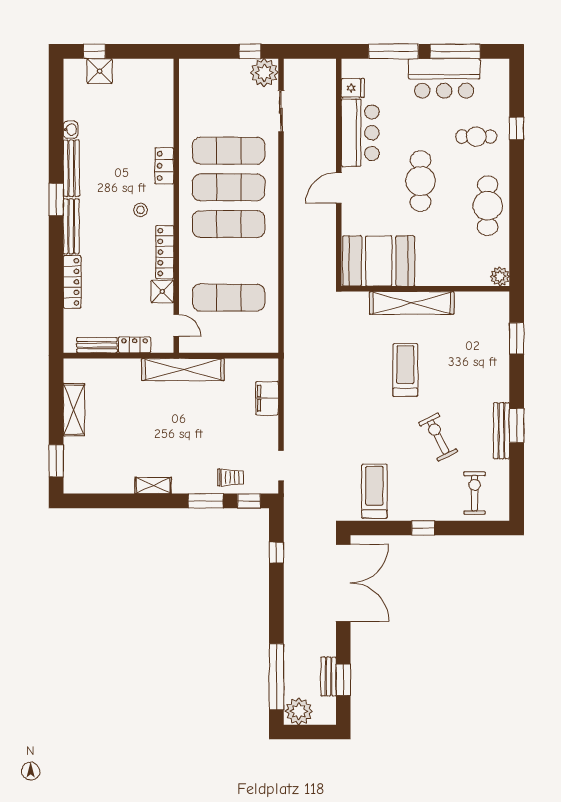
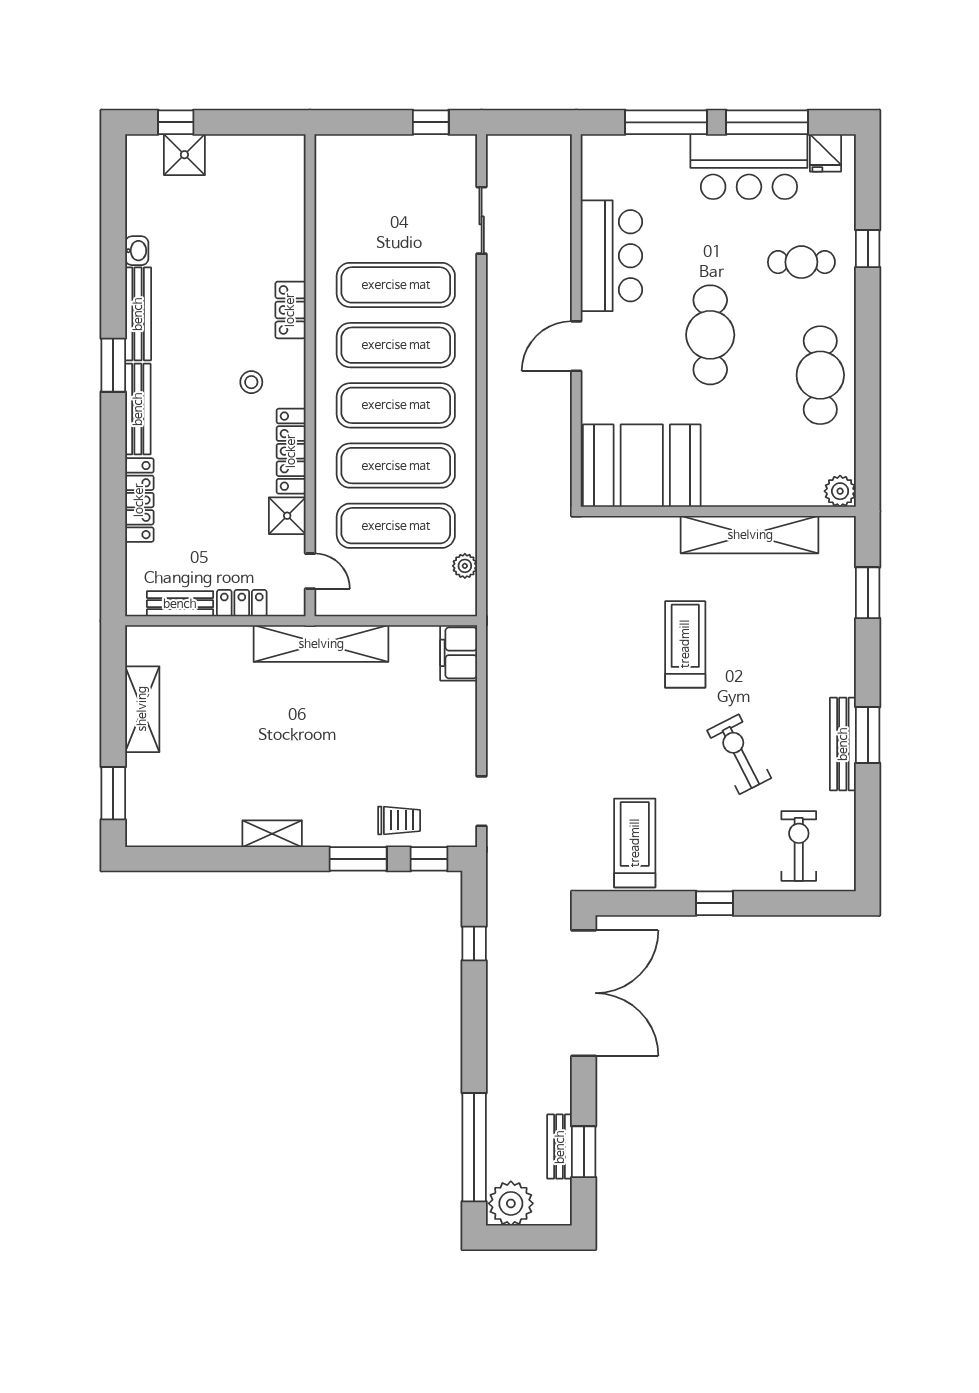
plant: (264, 73) -> (465, 566), moved, width x0.53, depth x0.53
fridge: (353, 88) -> (825, 153), moved, turned 90
exercise mat: (229, 261) -> (396, 466), added
shelving: (412, 303) -> (750, 535), moved
filing cabinet: (267, 398) -> (459, 653), moved

